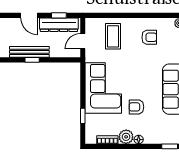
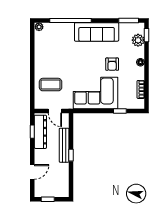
door: (29, 15) -> (32, 172), moved
armchair: (149, 37) -> (51, 53), removed
bench: (29, 52) -> (64, 145), moved
plant: (126, 137) -> (138, 40), moved

